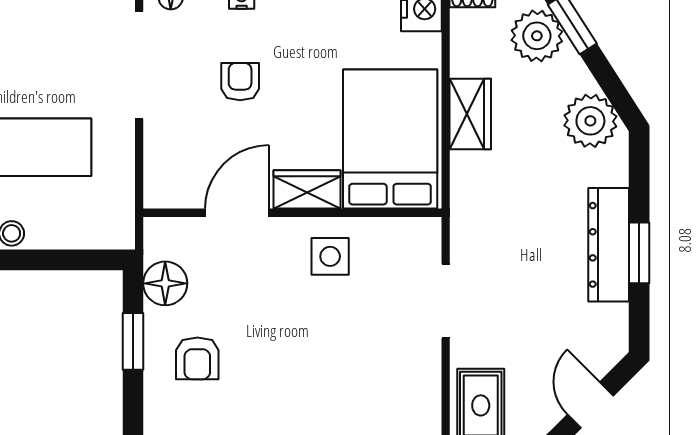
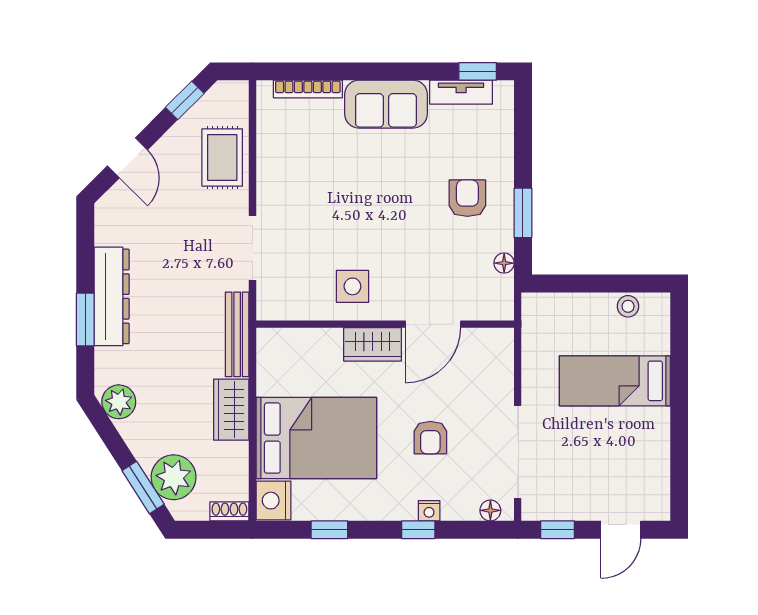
plant: (590, 121) -> (119, 402), width x0.73, depth x0.73
bed: (390, 139) -> (316, 438), moved, turned -90
bench: (463, 201) -> (237, 334), added
window: (639, 253) -> (85, 319), moved
floor lamp: (165, 283) -> (504, 263), width x0.53, depth x0.53

